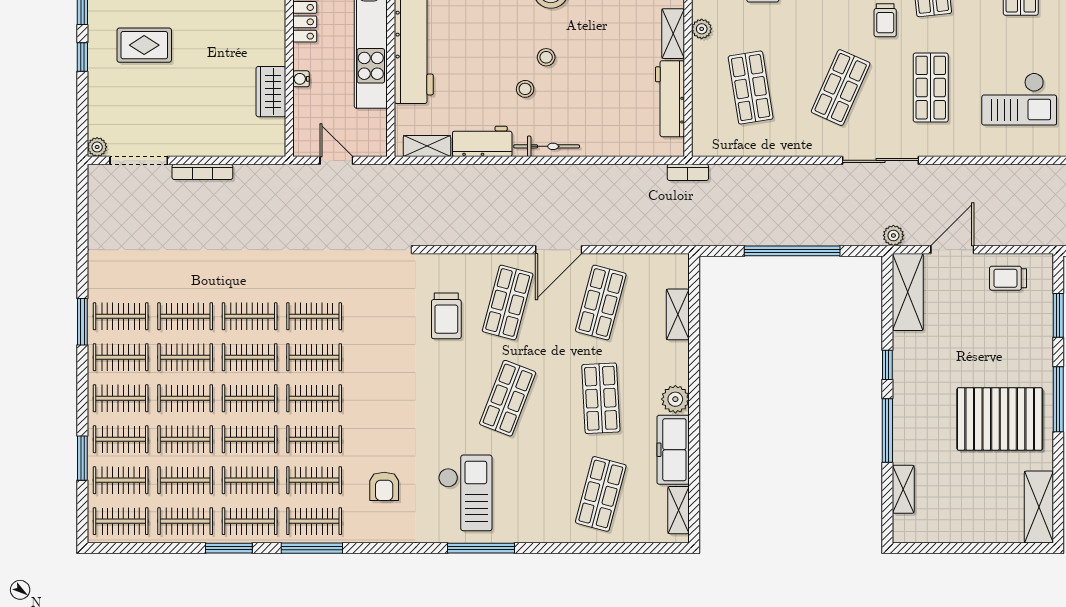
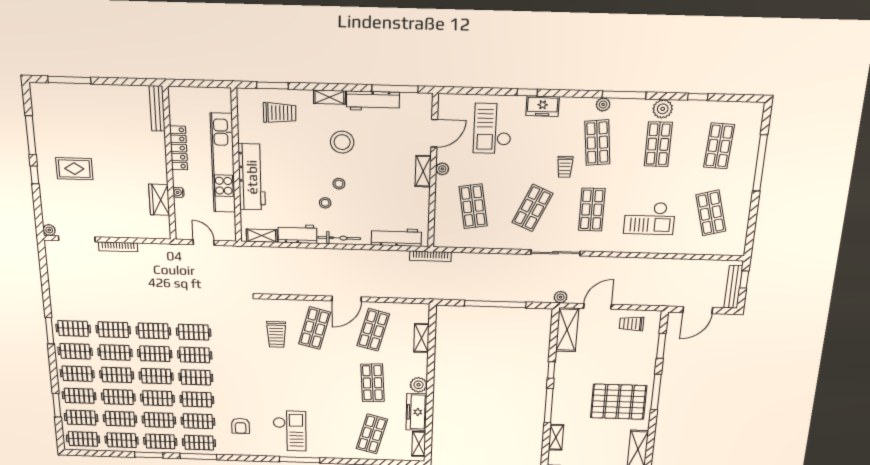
workbench: (670, 99) -> (396, 237), moved, turned 90
bookcase: (688, 172) -> (430, 256), width x1.56
shop shelf: (508, 398) -> (315, 381), removed

